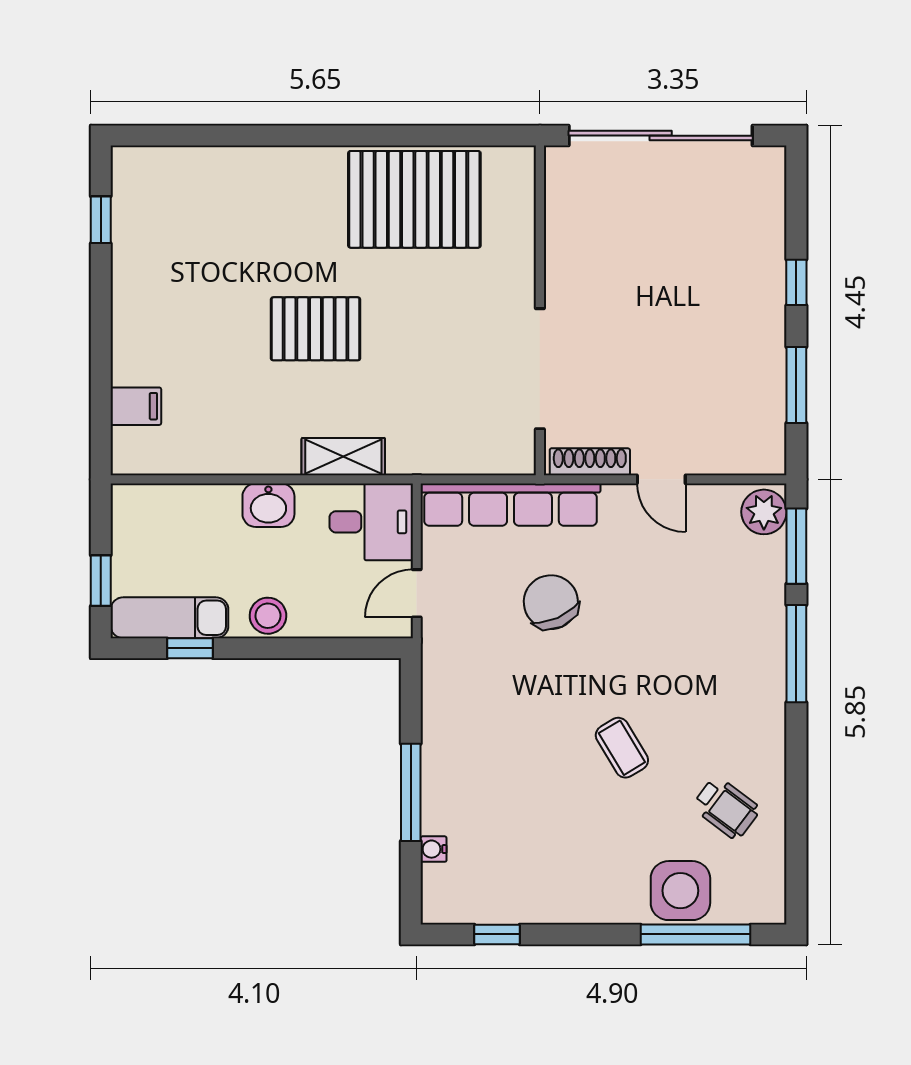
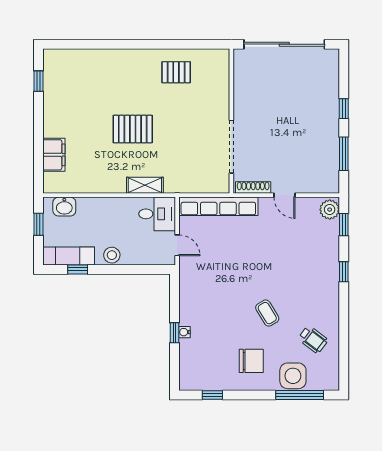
pallet: (414, 199) -> (176, 72), width x0.49, depth x0.50
filing cabinet: (136, 406) -> (54, 155), width x2.00
washbasin: (268, 505) -> (64, 207), moved
window: (796, 546) -> (344, 225), width x0.67
window: (101, 581) -> (38, 224), moved
door: (417, 593) -> (177, 245), swing flipped
chair: (551, 602) -> (251, 361), moved, turned 114
window: (796, 654) -> (344, 272), width x0.46
window: (411, 792) -> (175, 333), width x0.46
water cooler: (434, 849) -> (185, 332), moved

